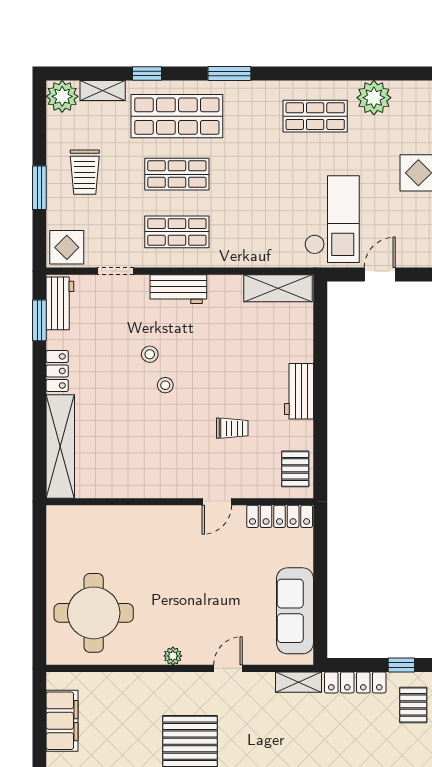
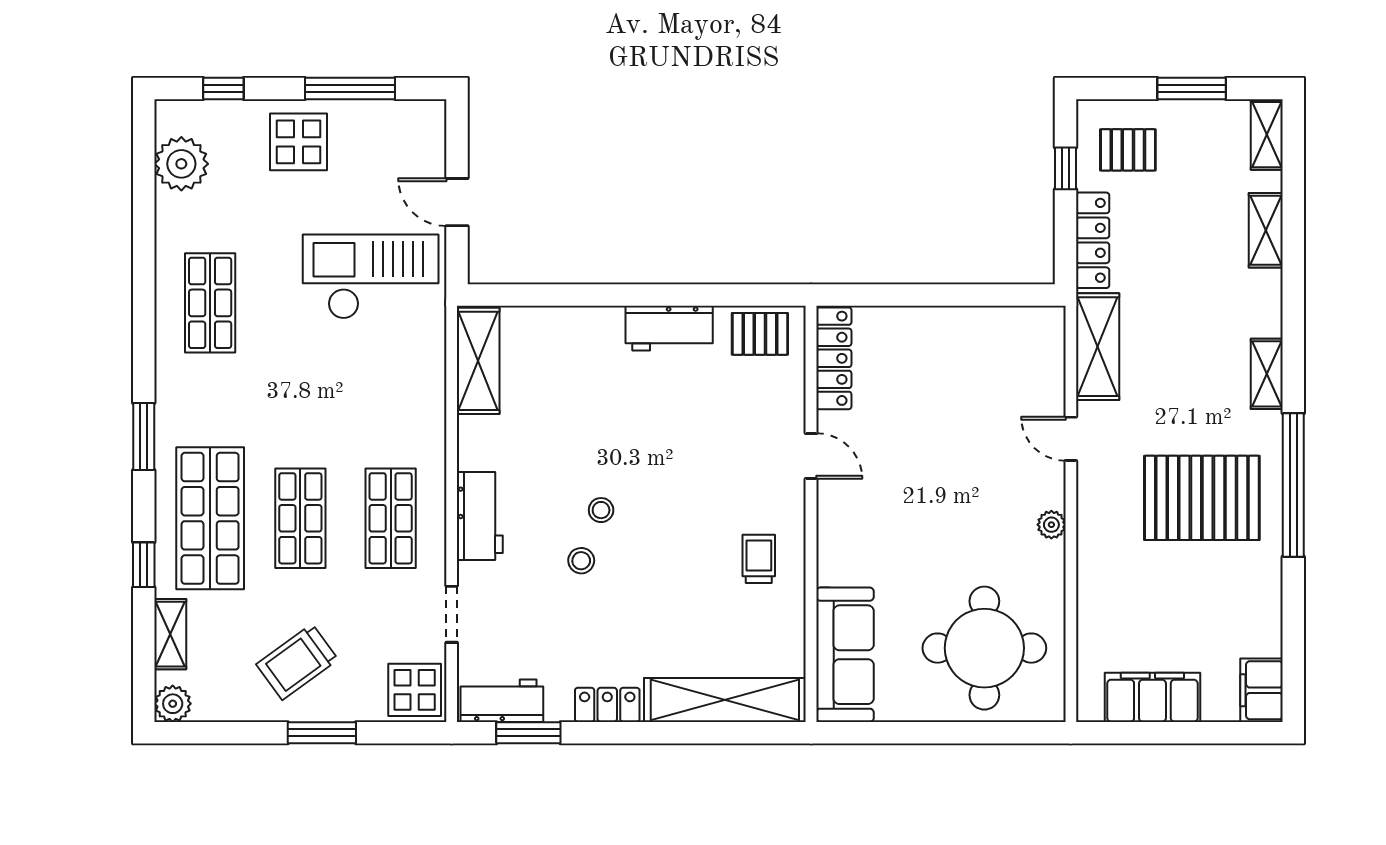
plant: (62, 96) -> (173, 704), width x0.73, depth x0.73
plant: (374, 98) -> (181, 164), moved
trolley: (85, 172) -> (297, 662), turned 144
stool: (165, 385) -> (601, 510), moved
workbench: (299, 391) -> (669, 328), moved
trolley: (232, 428) -> (759, 559), moved
sofa: (295, 611) -> (845, 655), moved, turned -90
shelving: (299, 682) -> (1098, 347), width x1.50, depth x1.33

